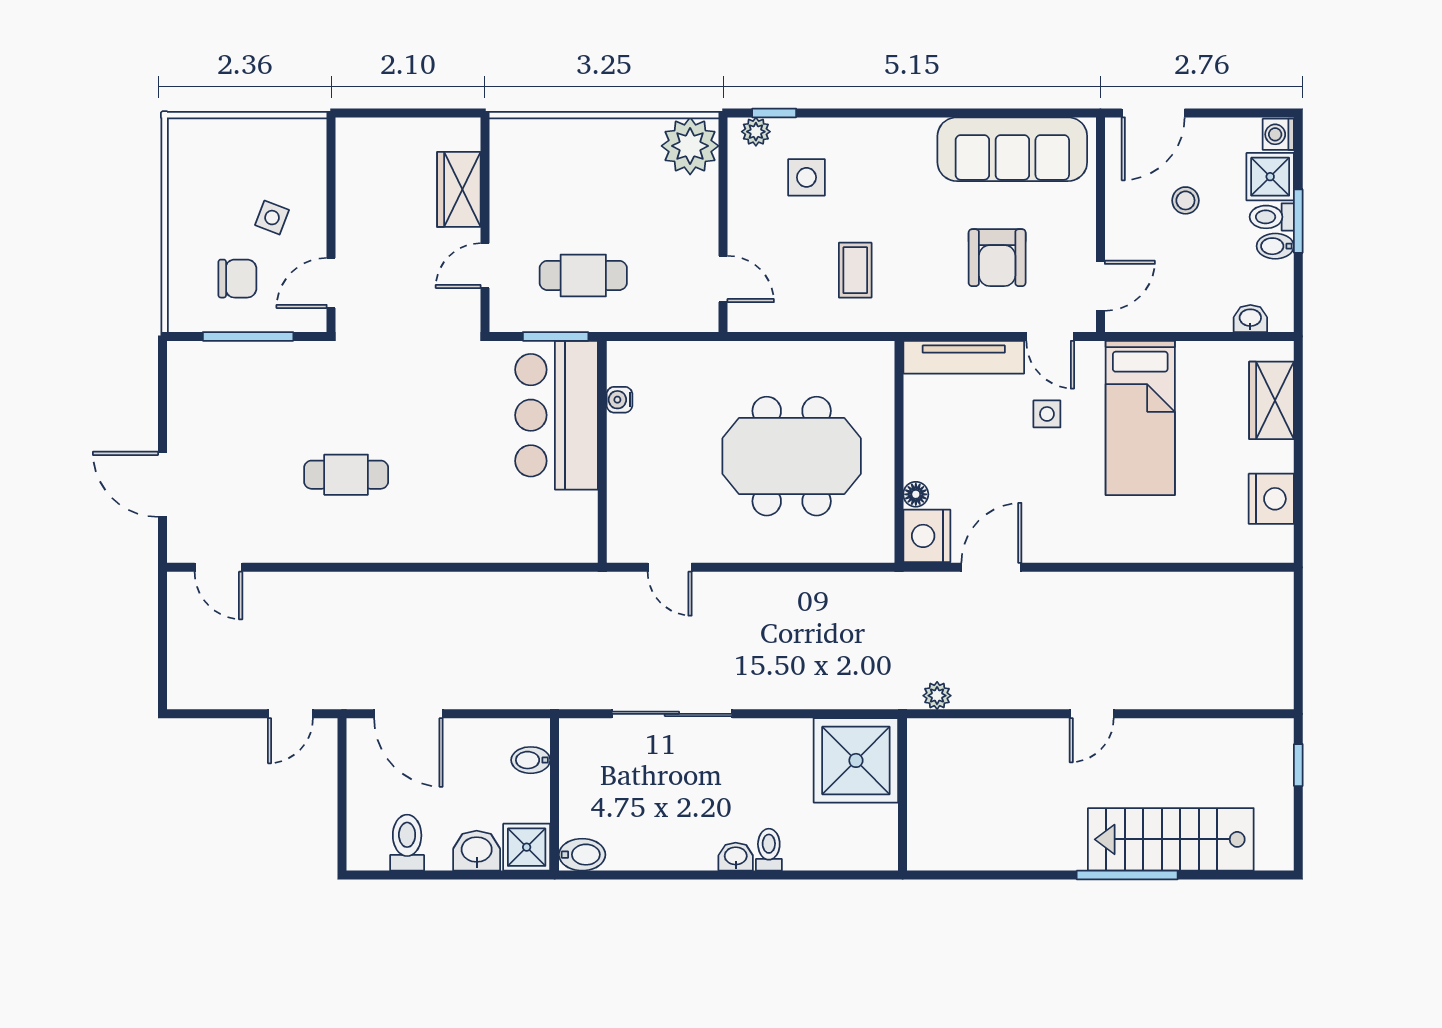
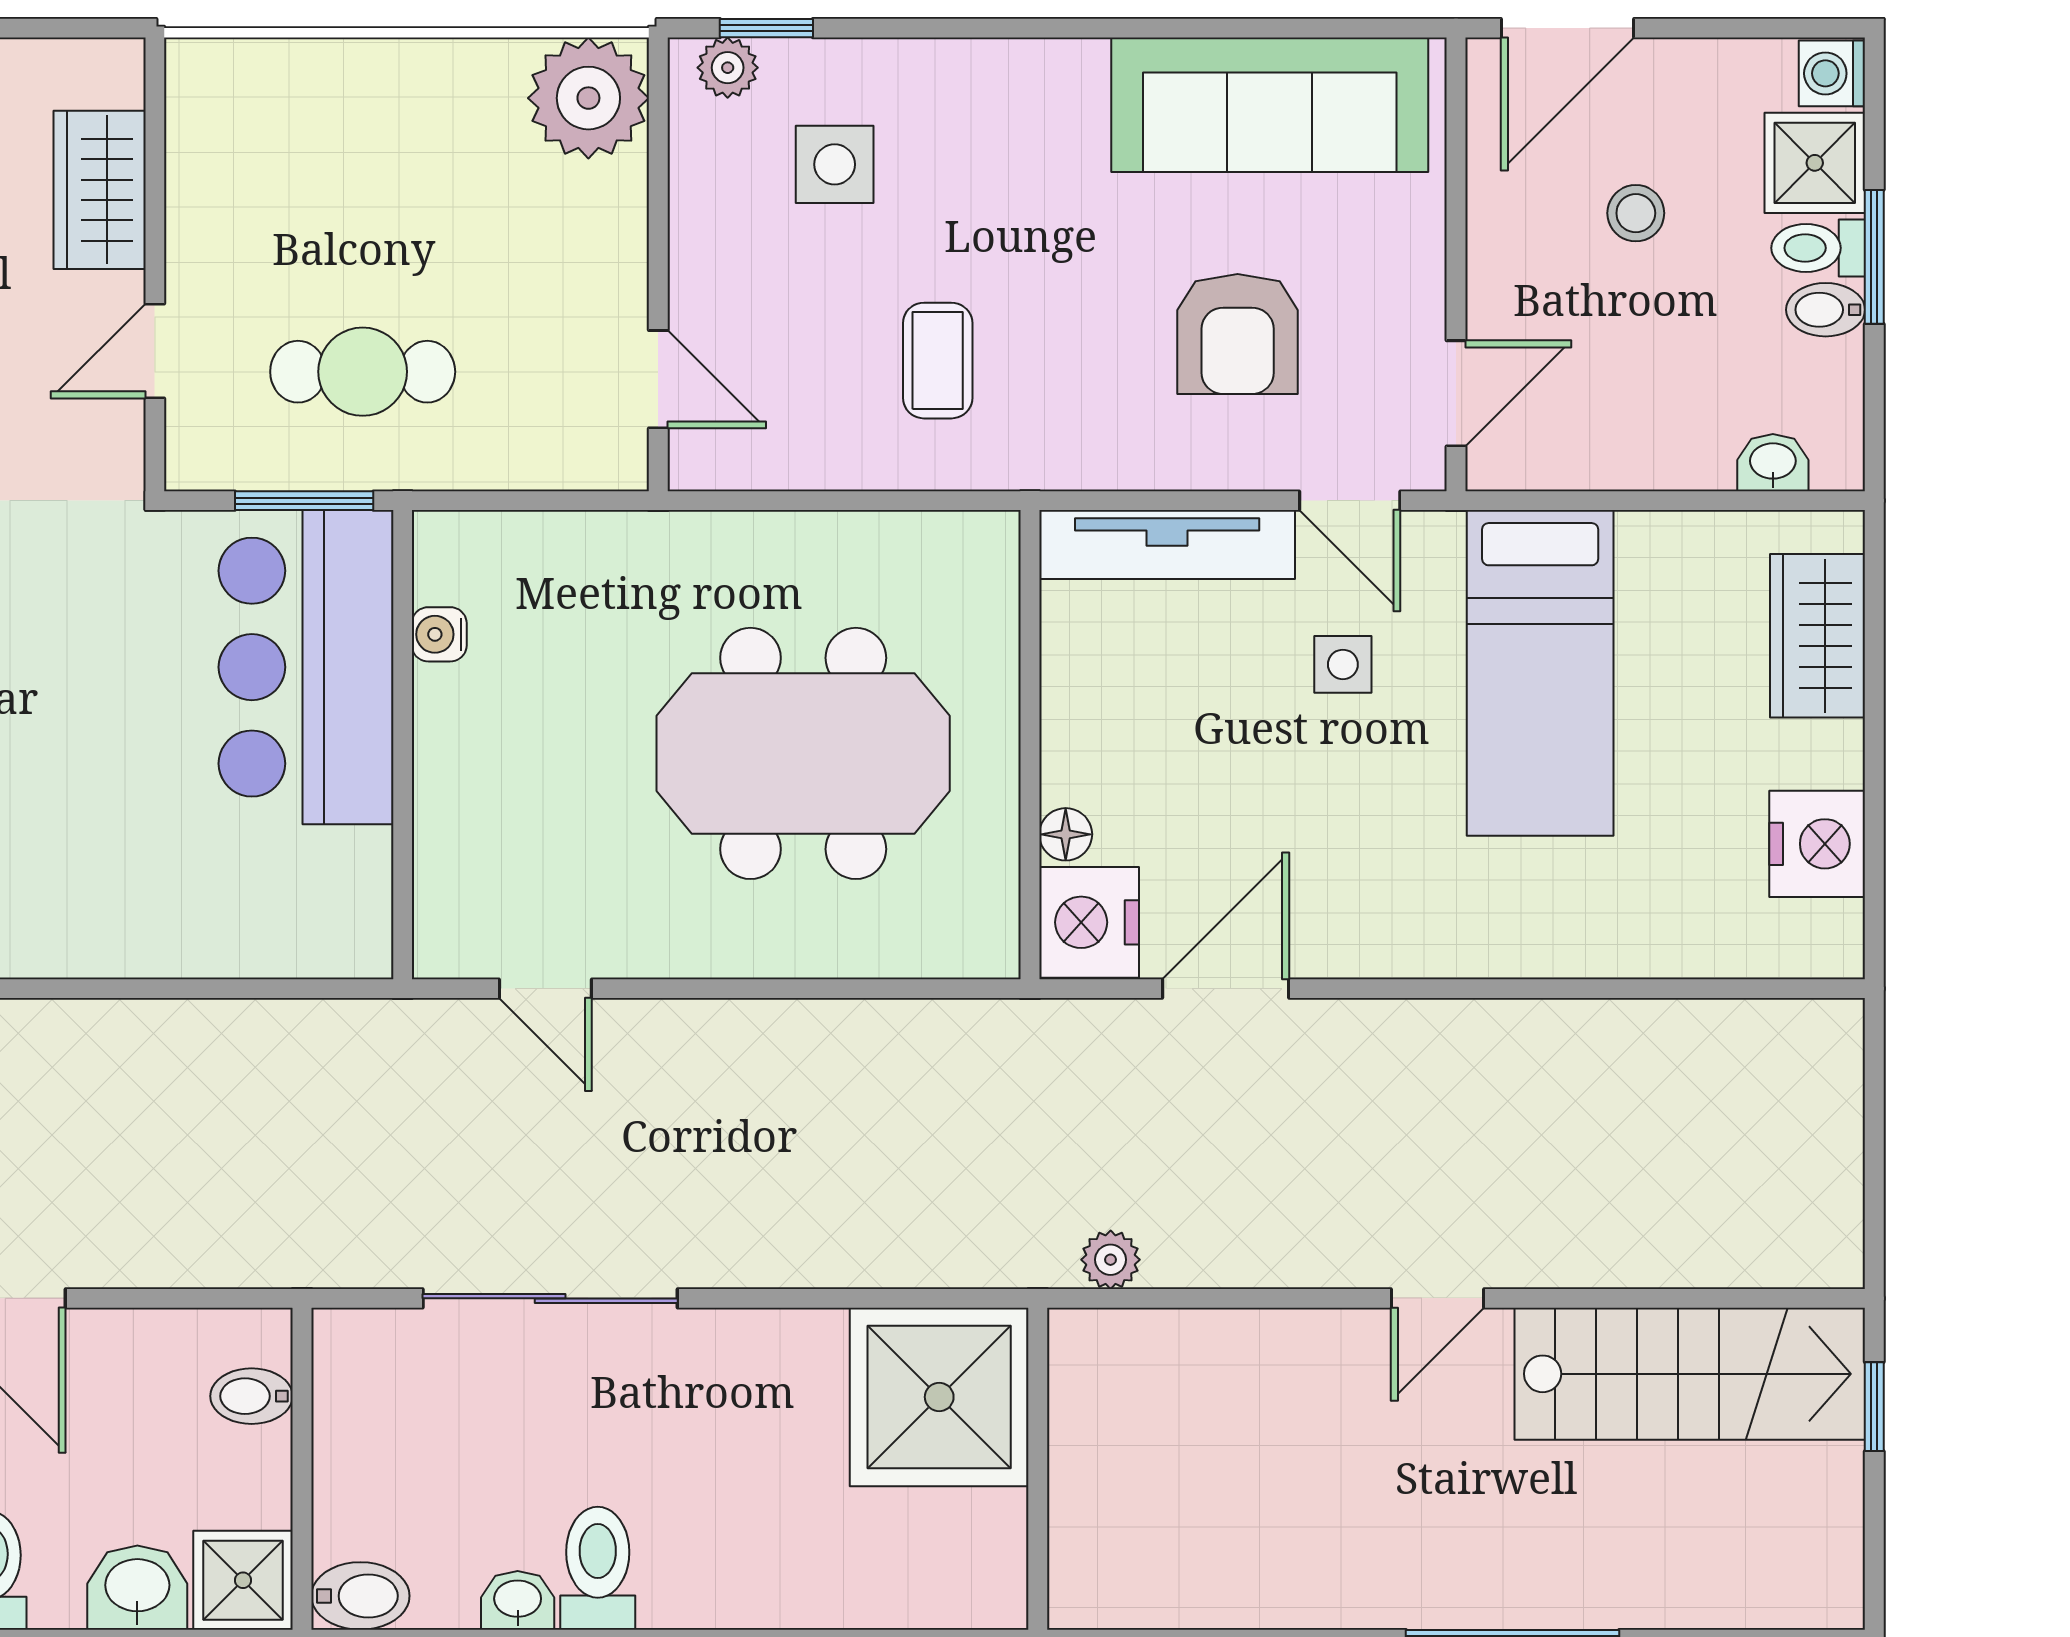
stairs: (1171, 839) -> (1690, 1374), moved, turned 180
toilet: (769, 850) -> (598, 1568), moved, width x1.37, depth x1.39
washbasin: (736, 857) -> (518, 1600), moved

